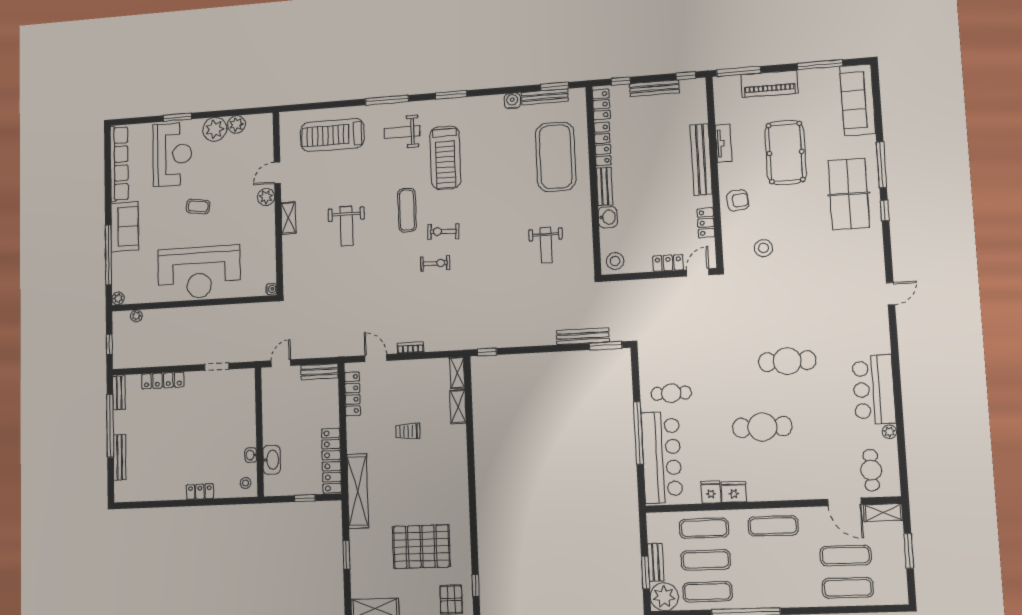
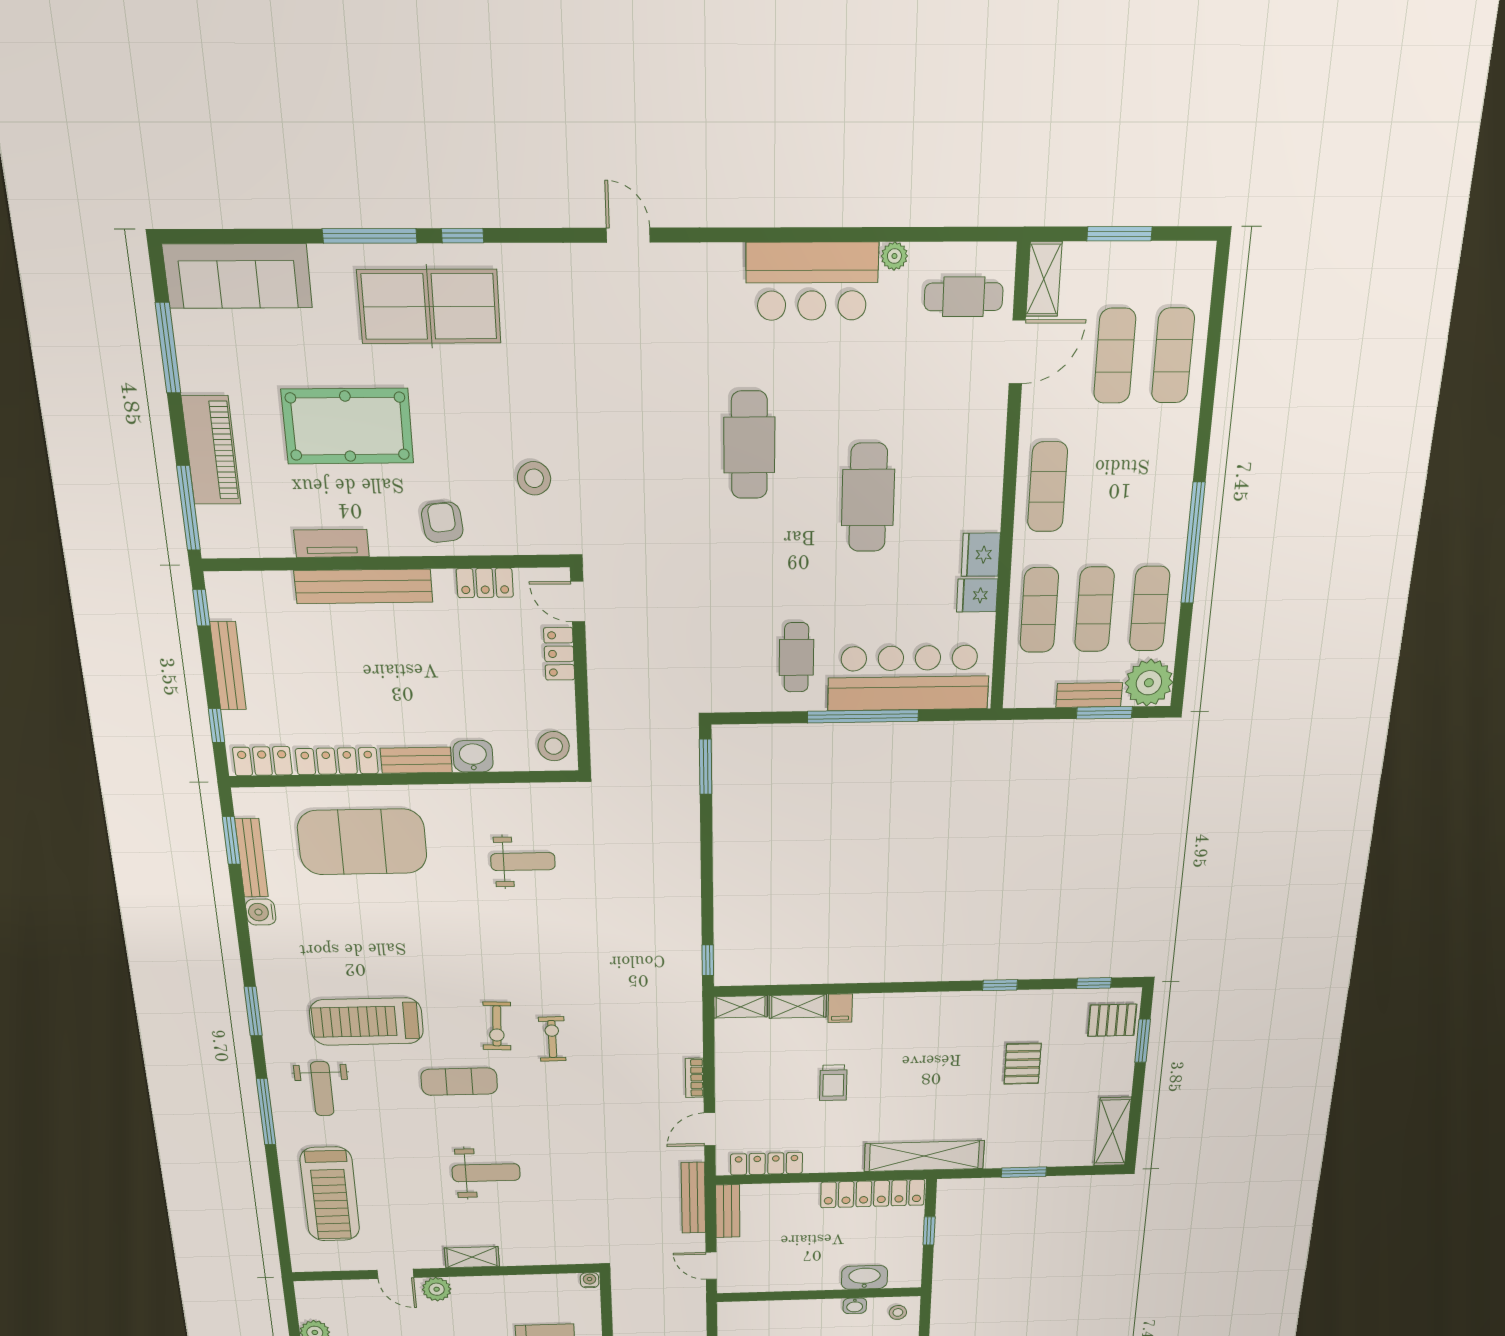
treadmill: (445, 158) -> (366, 1022), turned 180
bench: (583, 336) -> (693, 1198), moved
filing cabinet: (457, 432) -> (840, 1008), added
window: (473, 528) -> (1000, 985), added
pallet: (421, 547) -> (1023, 1064), width x0.49, depth x0.50

